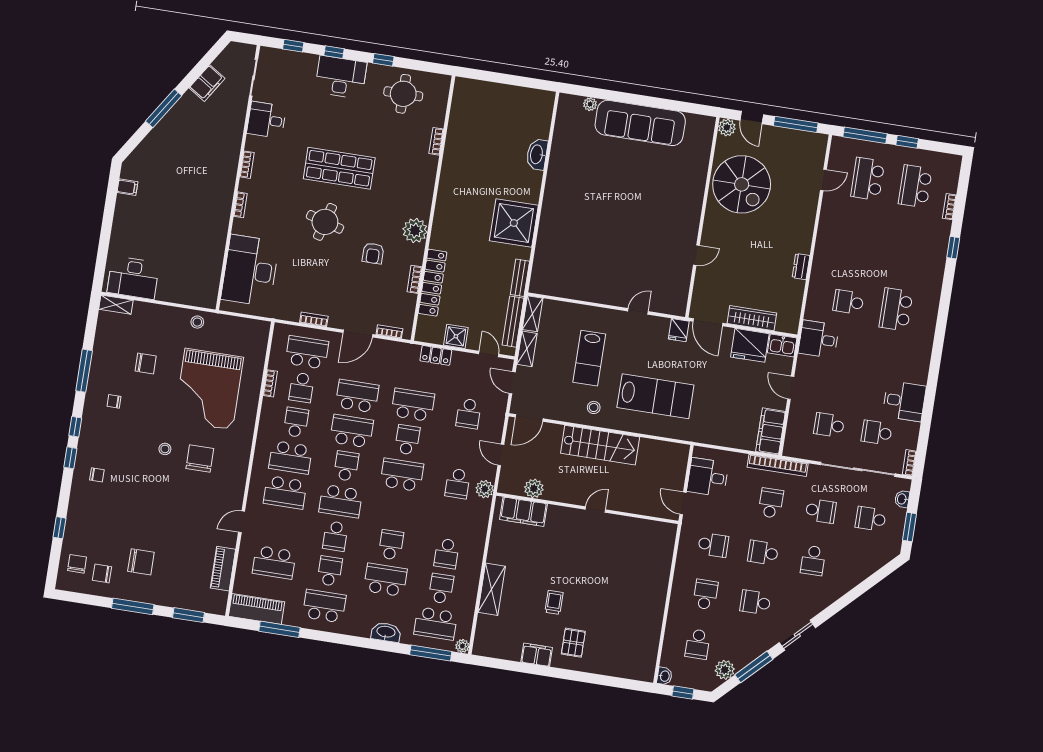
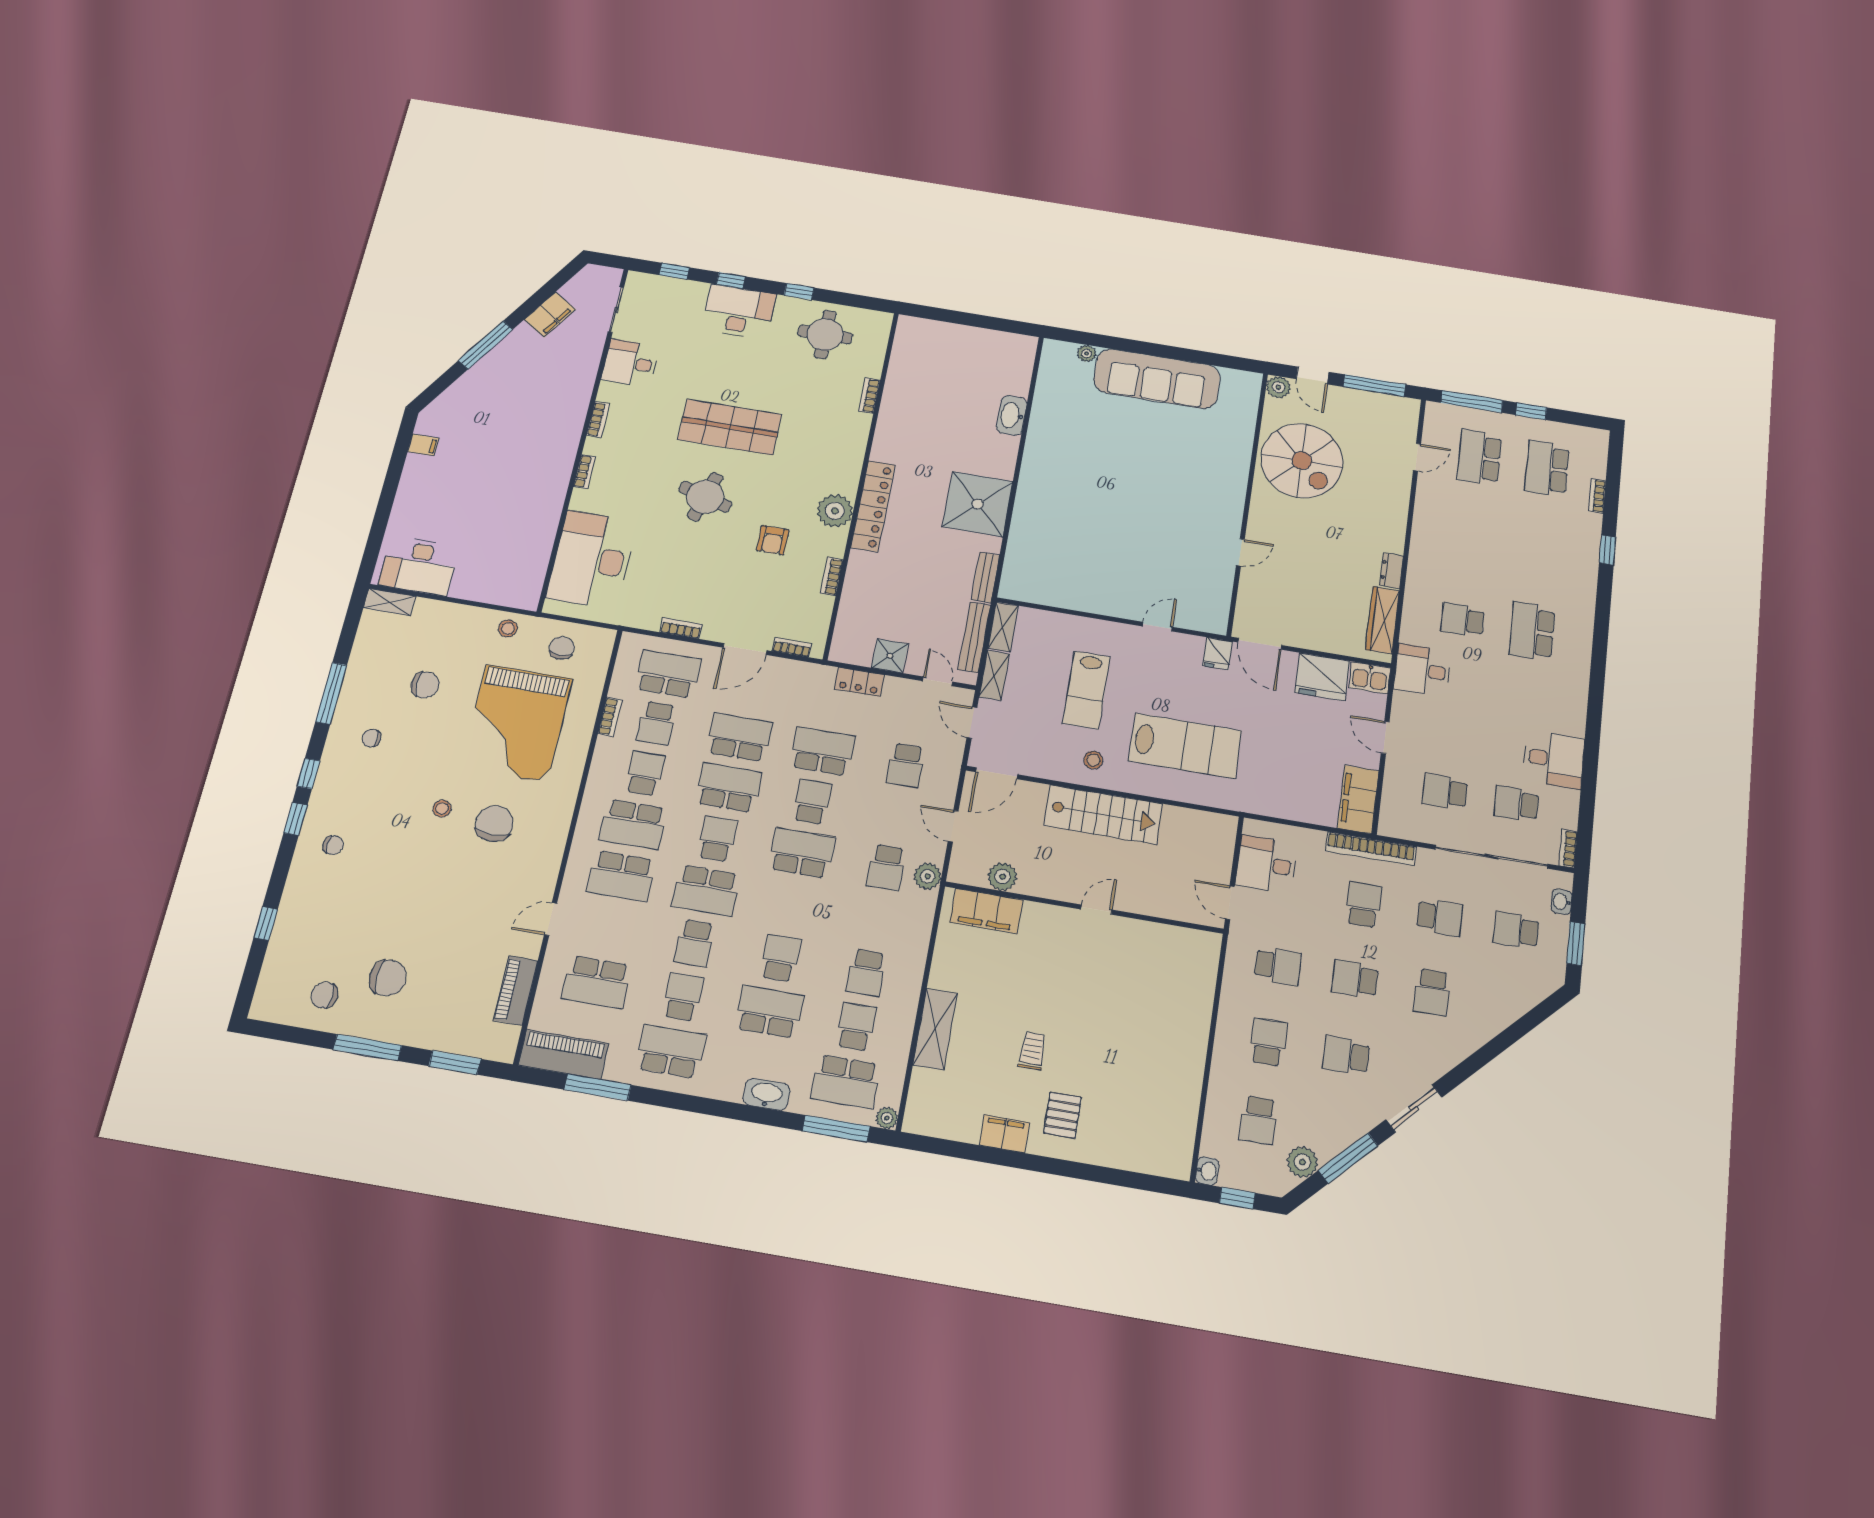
locker: (432, 283) -> (873, 506), moved
wardrobe: (752, 318) -> (1383, 620), moved, turned -90
chair: (77, 564) -> (562, 648), moved

